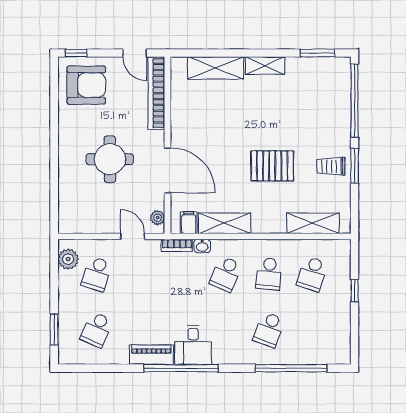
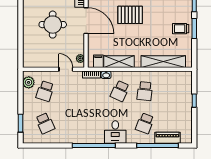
pallet: (272, 166) -> (130, 15), moved
door: (167, 170) -> (86, 21), moved
shelving: (313, 223) -> (163, 62), width x1.47
school desk: (312, 274) -> (170, 91), removed
school desk: (97, 330) -> (45, 123), turned -48
desk: (193, 345) -> (115, 132), moved
piano: (151, 355) -> (168, 138), moved

